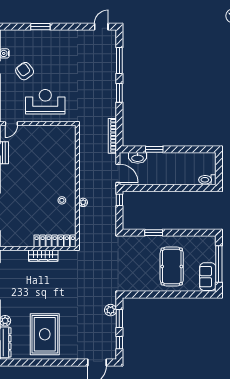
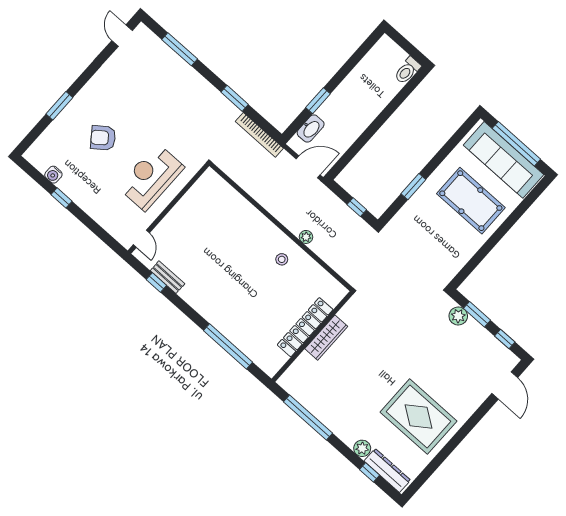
armchair: (25, 71) -> (103, 138), moved
window: (119, 93) -> (235, 98), moved
window: (119, 200) -> (357, 207), moved
locker: (55, 241) -> (305, 327), moved
sofa: (208, 277) -> (504, 160), width x1.85, depth x1.27

